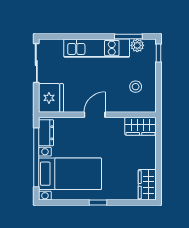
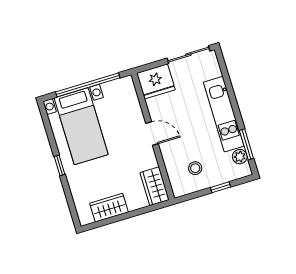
window: (159, 53) -> (220, 187), moved
dresser: (46, 133) -> (117, 87), removed
wardrobe: (147, 185) -> (109, 208), moved

